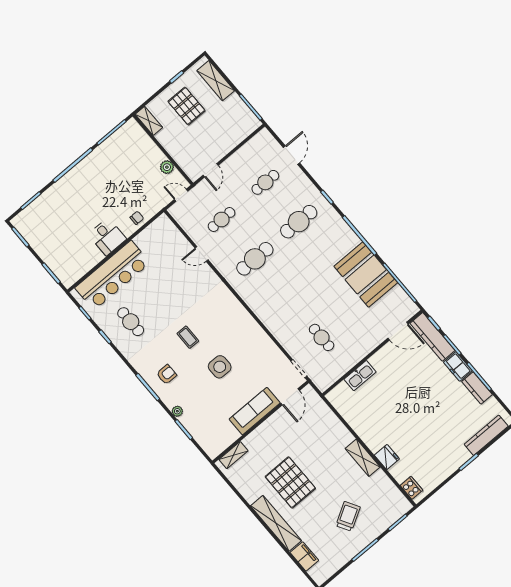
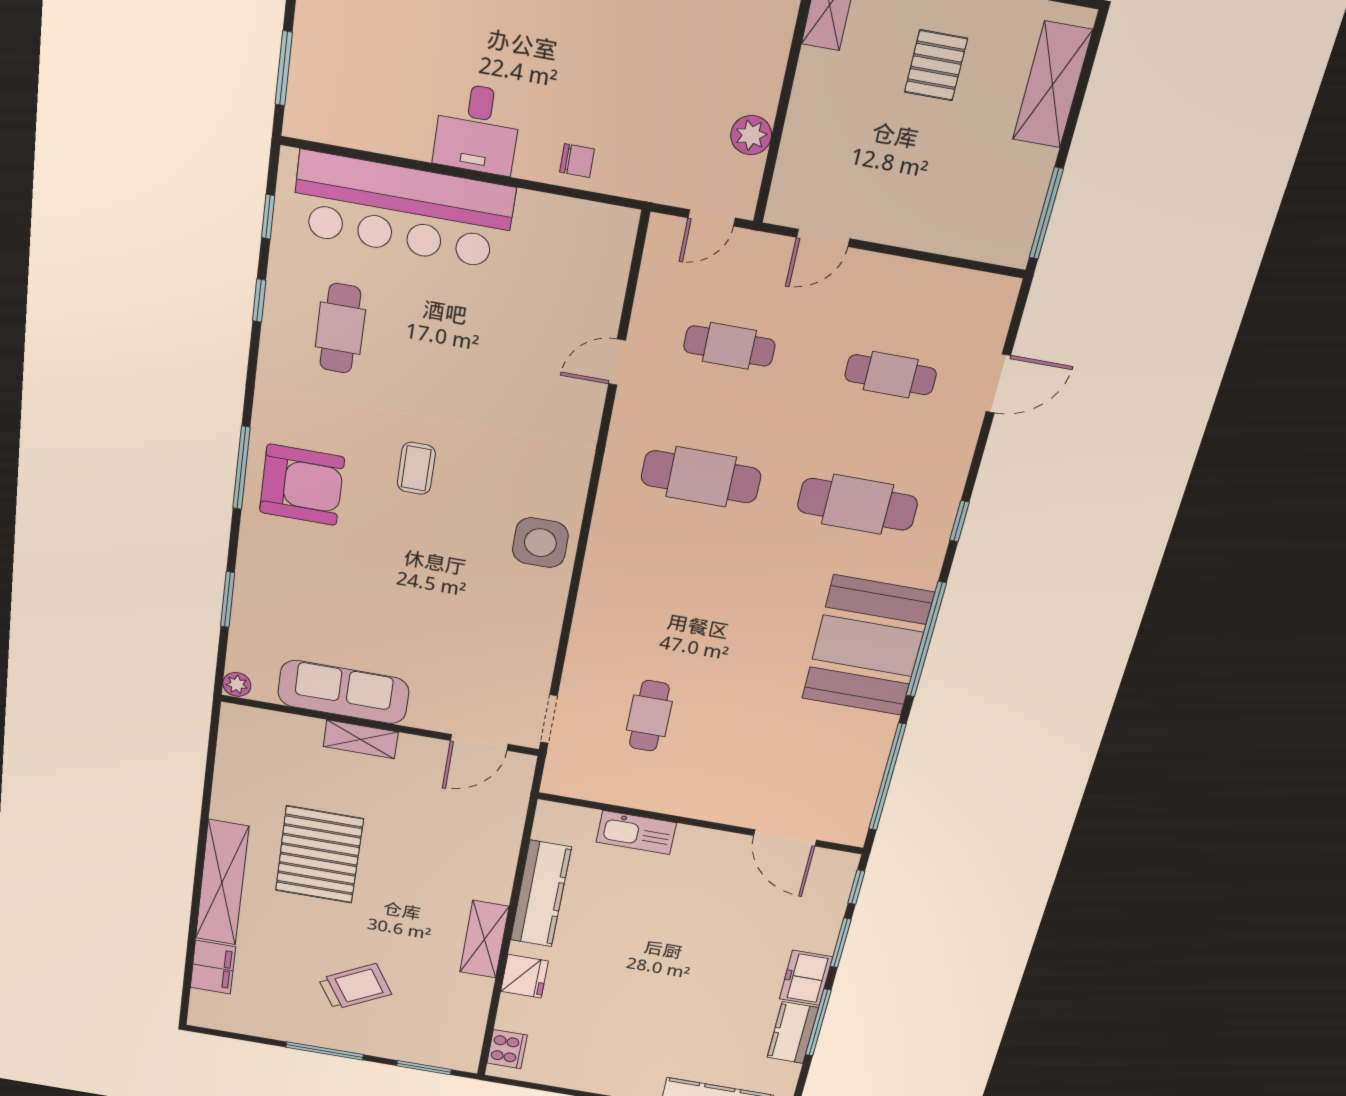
pallet: (187, 106) -> (936, 65), width x0.67, depth x0.71
door: (181, 195) -> (712, 218), swing flipped
door: (202, 254) -> (617, 362), hinge flipped
booth: (366, 275) -> (868, 646), moved
kitchen counter: (433, 337) -> (541, 894), moved, turned 180
side table: (220, 367) -> (540, 543), moved
armchair: (167, 374) -> (302, 485), width x1.88, depth x1.88
plant: (177, 411) -> (237, 684), moved
sofa: (255, 411) -> (343, 692), moved
shelving: (234, 455) -> (361, 739), moved

